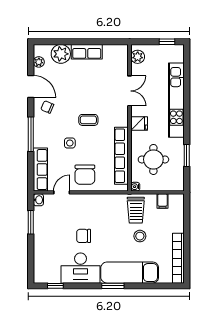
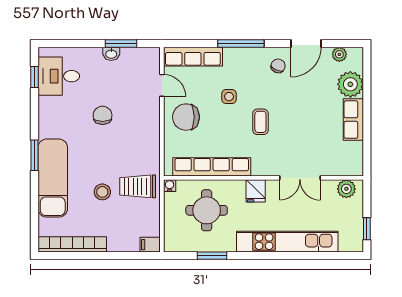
washbasin: (38, 200) -> (111, 54), moved
filing cabinet: (162, 201) -> (150, 245), moved
desk: (80, 268) -> (59, 76), moved, width x0.73

